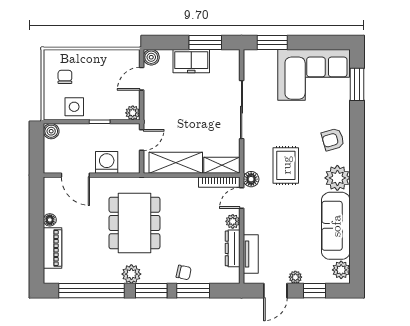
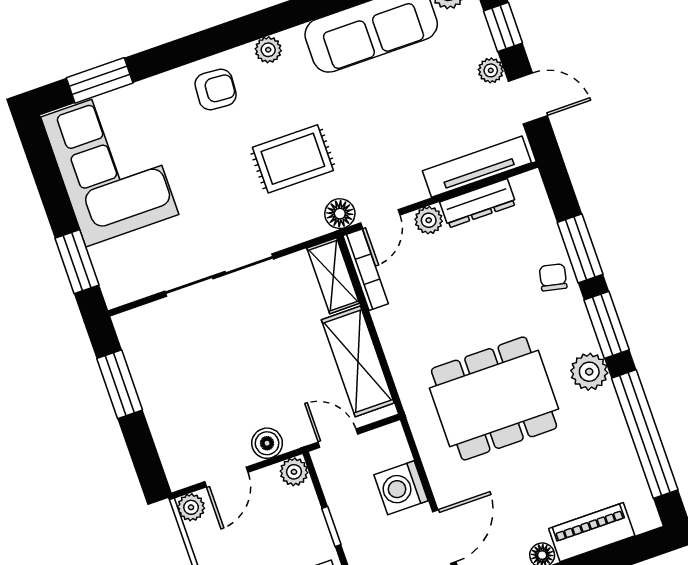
plant: (133, 56) -> (191, 507), added
boiler: (151, 57) -> (267, 443), moved
freezer: (191, 61) -> (163, 398), removed
door: (142, 79) -> (226, 477), hinge flipped
armchair: (333, 140) -> (216, 90), turned -70
plant: (337, 178) -> (268, 50), width x0.53, depth x0.53
door: (242, 198) -> (380, 219), hinge flipped
tv unit: (251, 254) -> (477, 167), width x1.41

